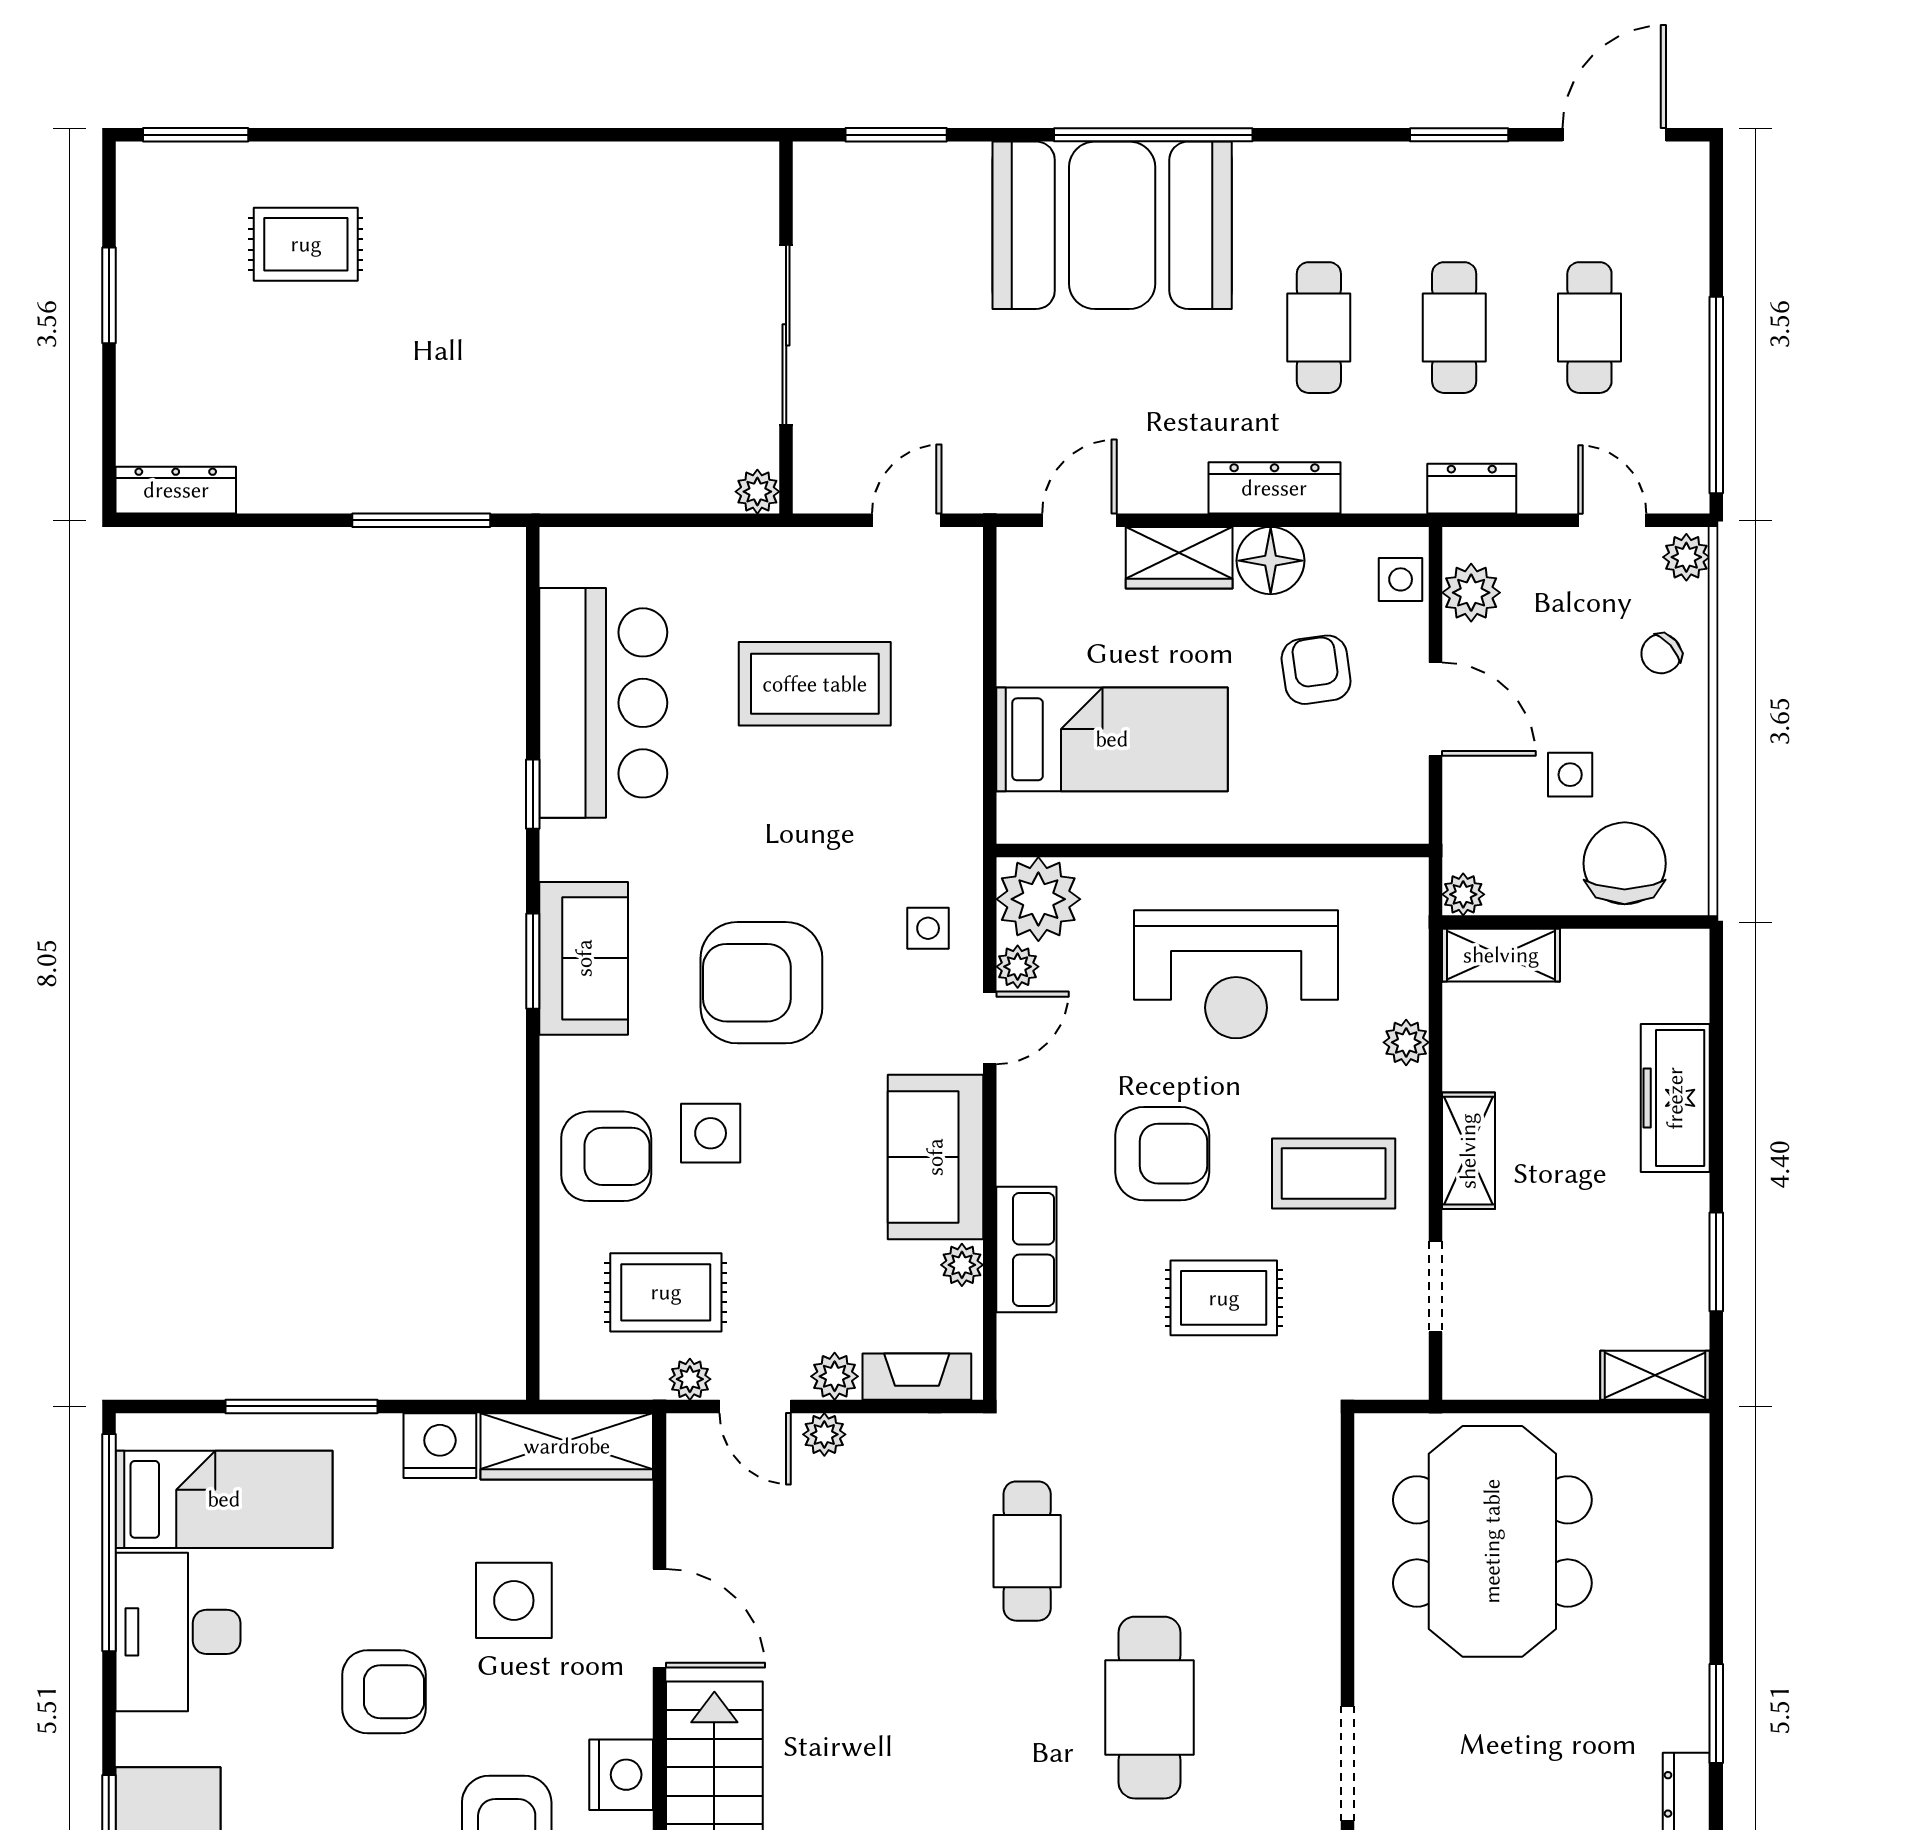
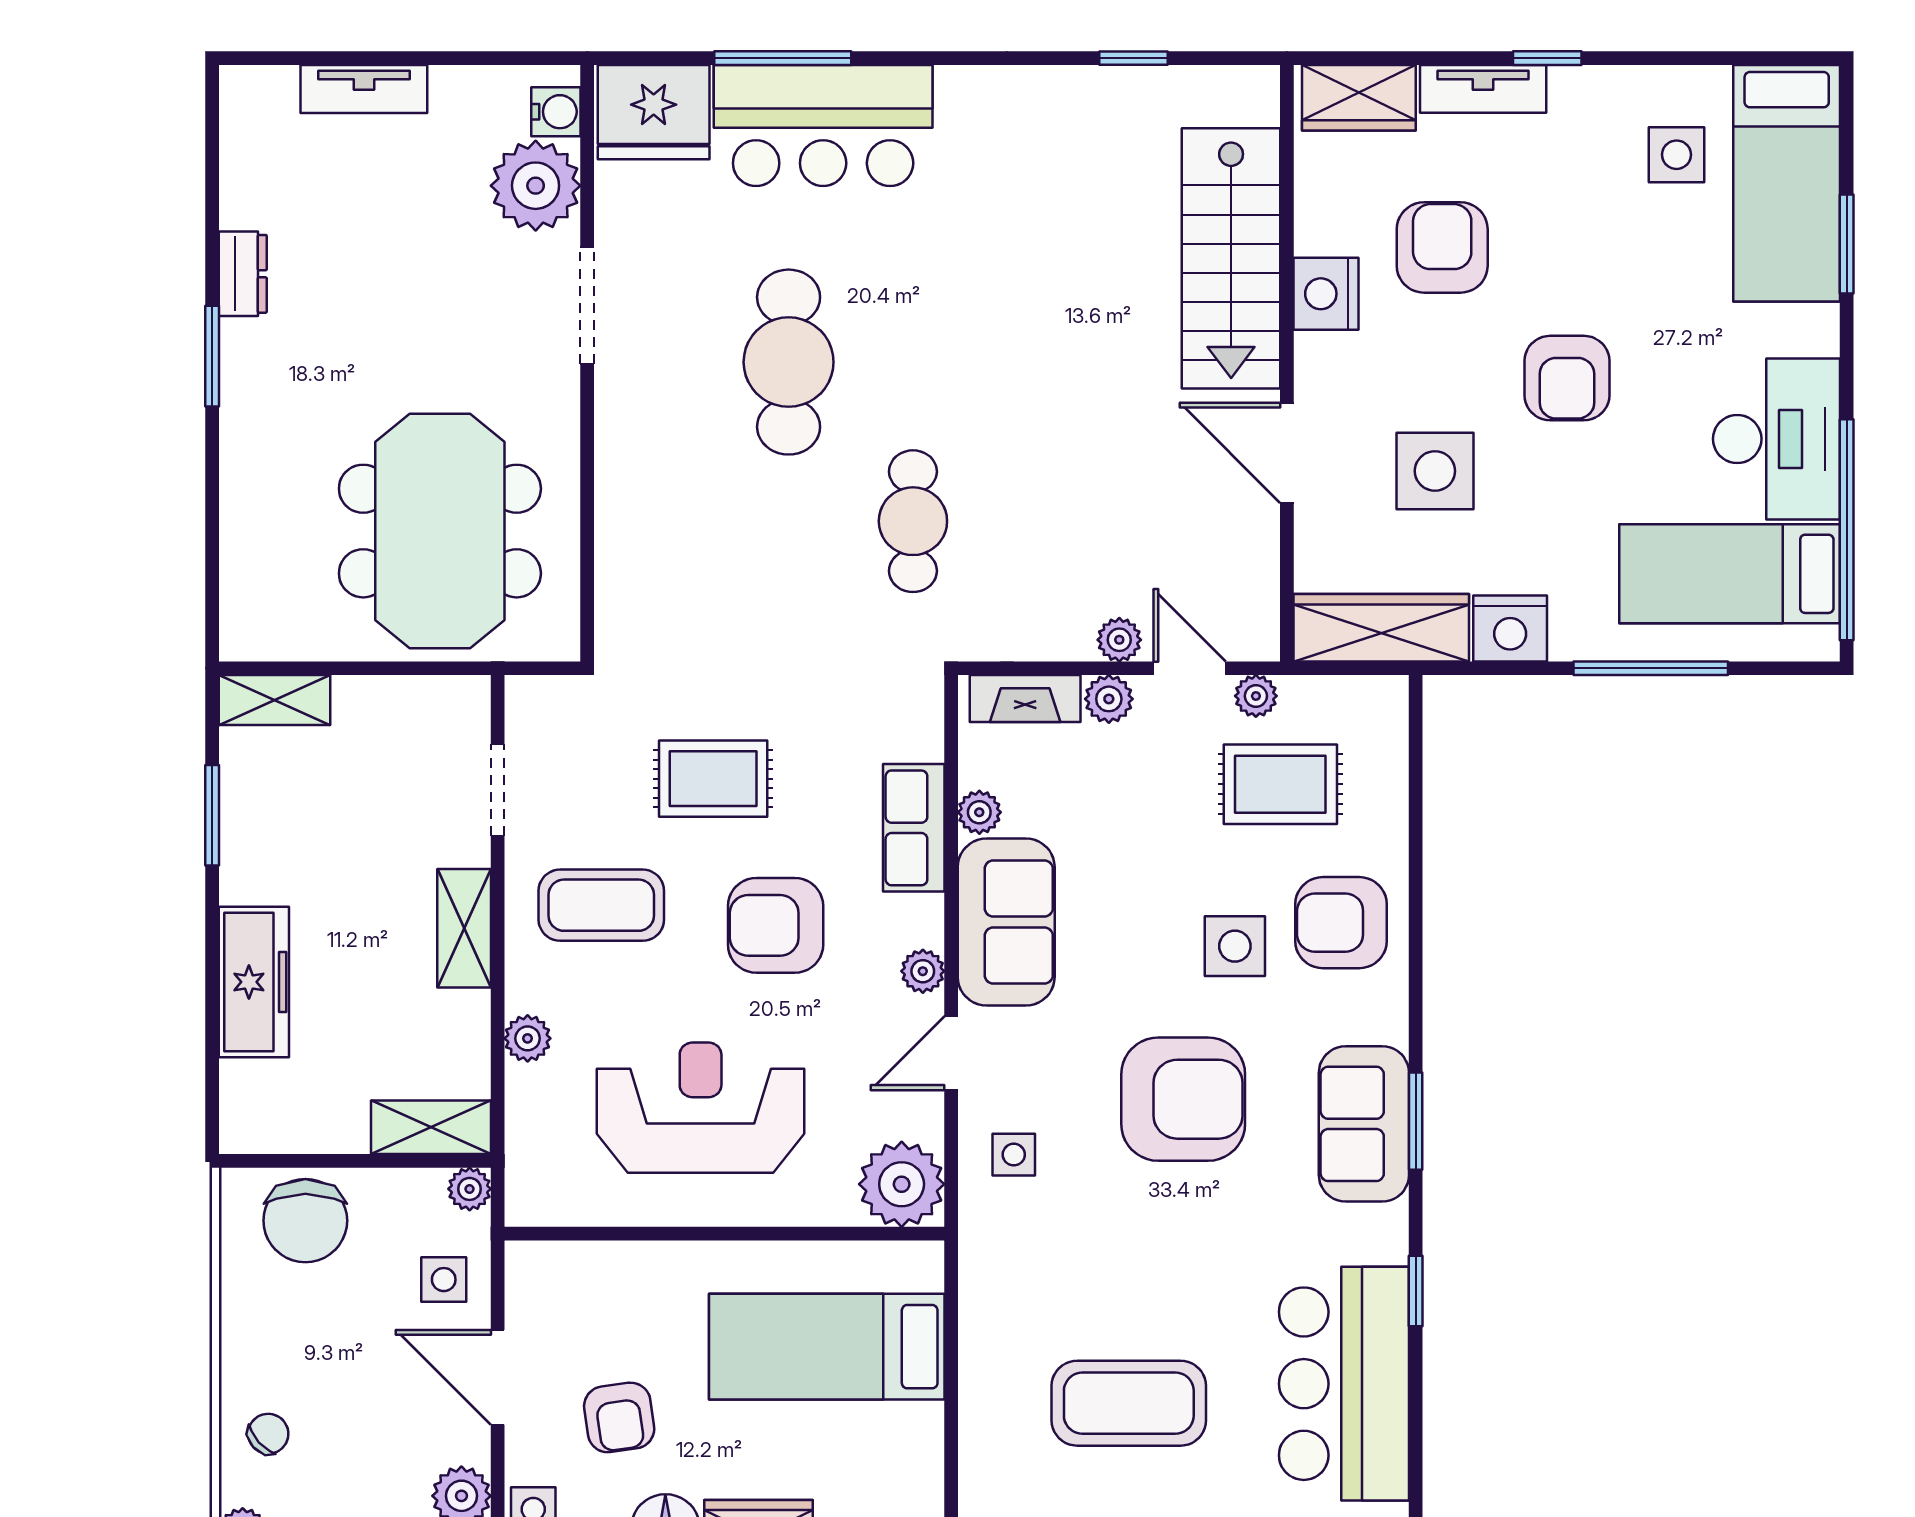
side table: (1570, 775) -> (444, 1280), moved
plant: (1018, 967) -> (923, 971), moved
armchair: (384, 1692) -> (1567, 378), turned -90

